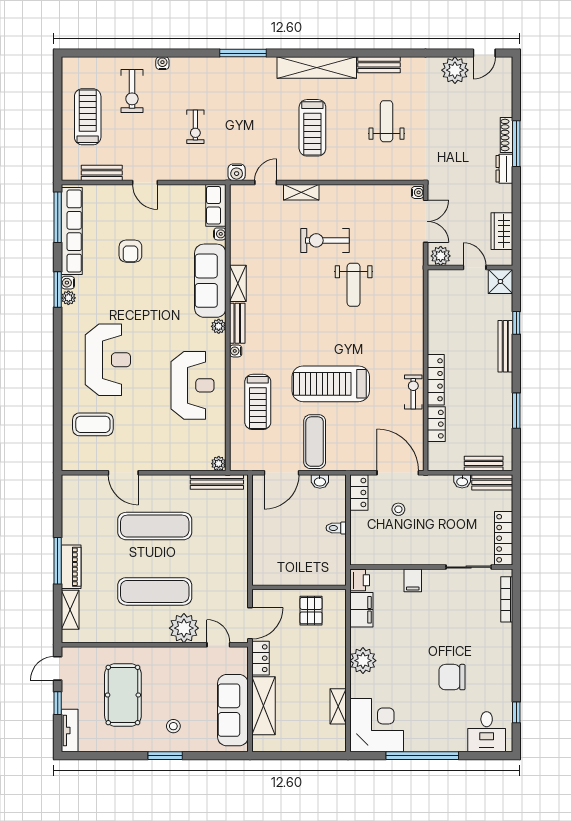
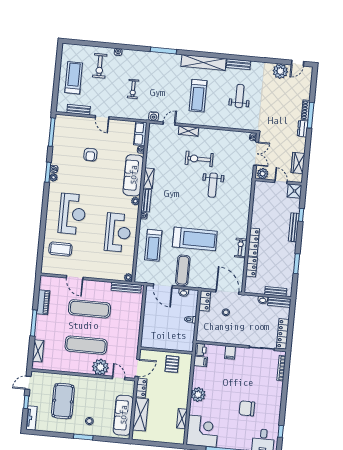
row of seats: (72, 231) -> (59, 140), removed
treadmill: (331, 384) -> (195, 239), turned 180
door: (282, 473) -> (163, 286), hinge flipped
piano: (71, 567) -> (43, 302), moved
filing cabinet: (361, 610) -> (200, 361), width x0.50

